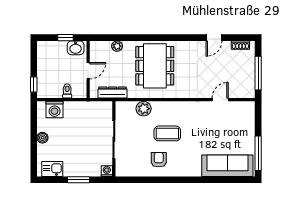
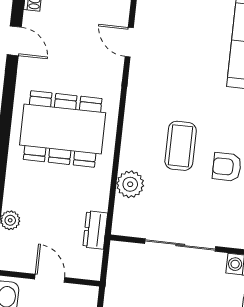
dining table: (155, 66) -> (63, 129), moved
dresser: (112, 92) -> (95, 230), width x0.70

